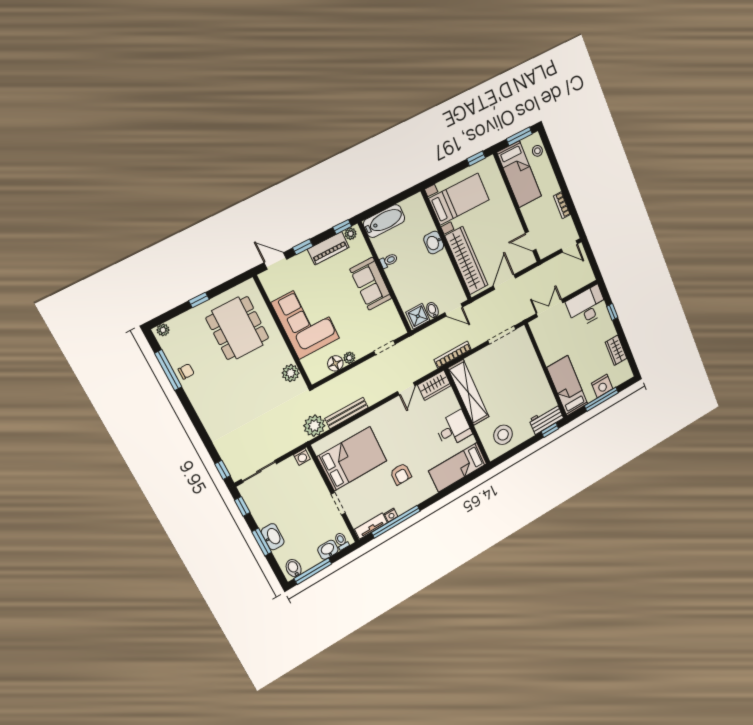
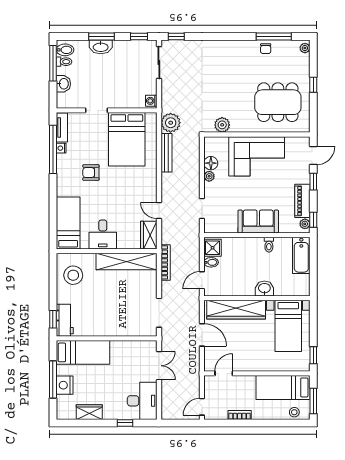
toilet: (341, 541) -> (64, 62), moved

